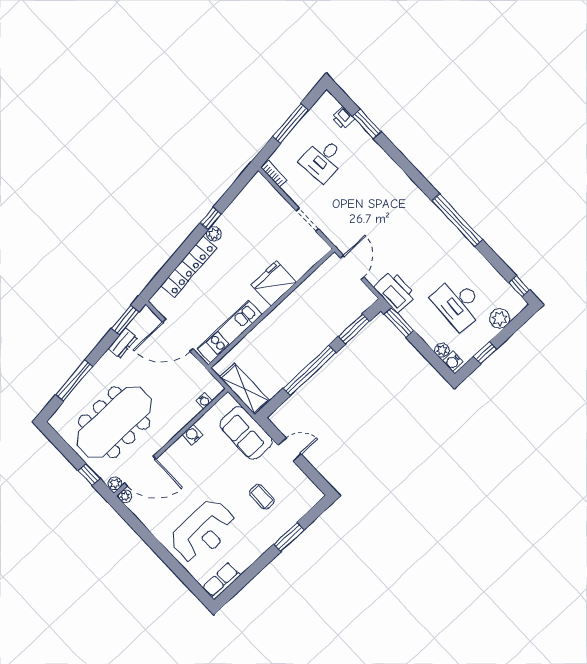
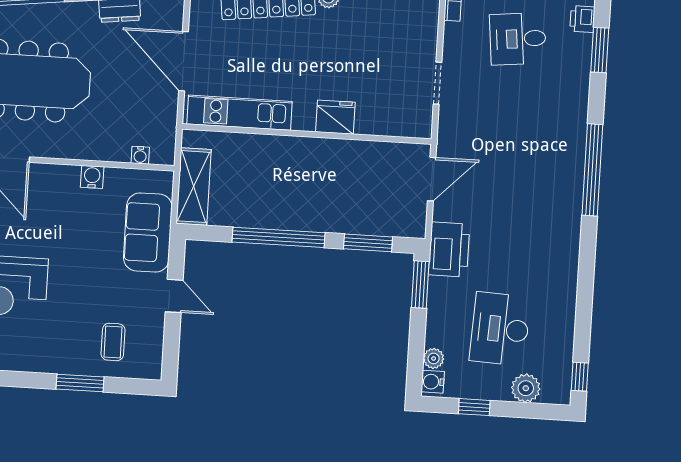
window: (457, 220) -> (592, 170), moved
fridge: (274, 283) -> (335, 117), width x0.73, depth x0.75
coffee table: (262, 497) -> (113, 342), moved

